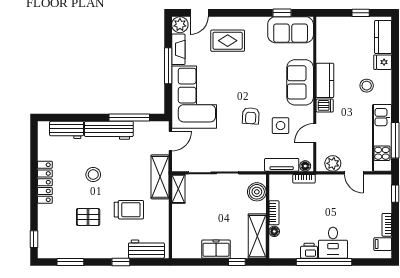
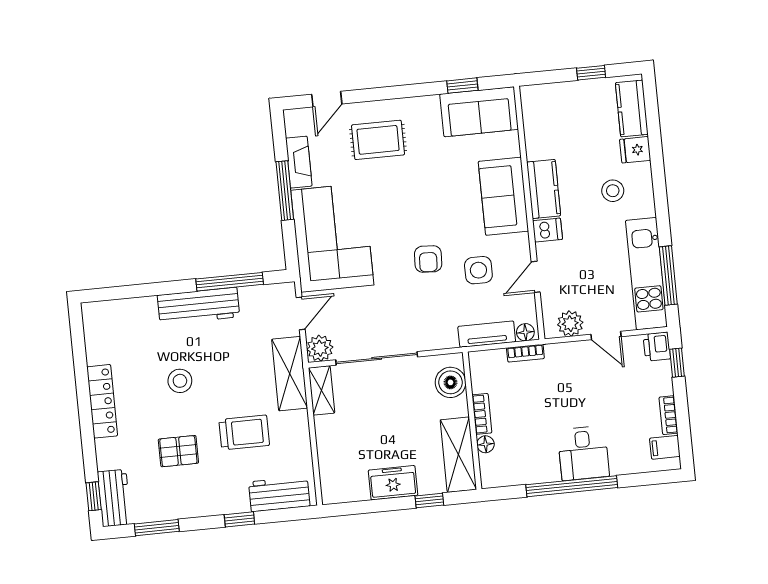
plant: (180, 25) -> (320, 348), moved
workbench: (67, 130) -> (114, 498), moved, turned -90
printer: (309, 251) -> (657, 347), moved, turned -90

